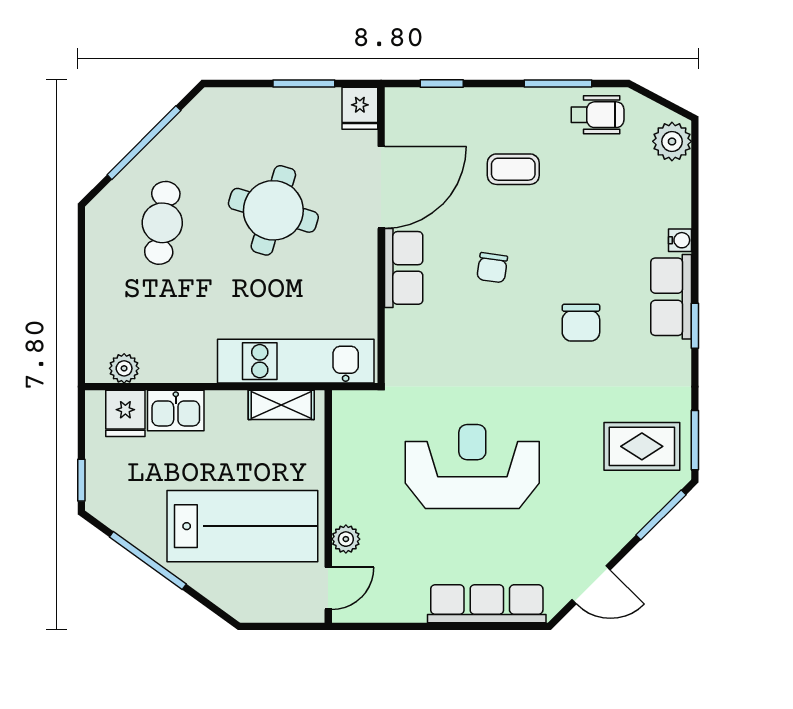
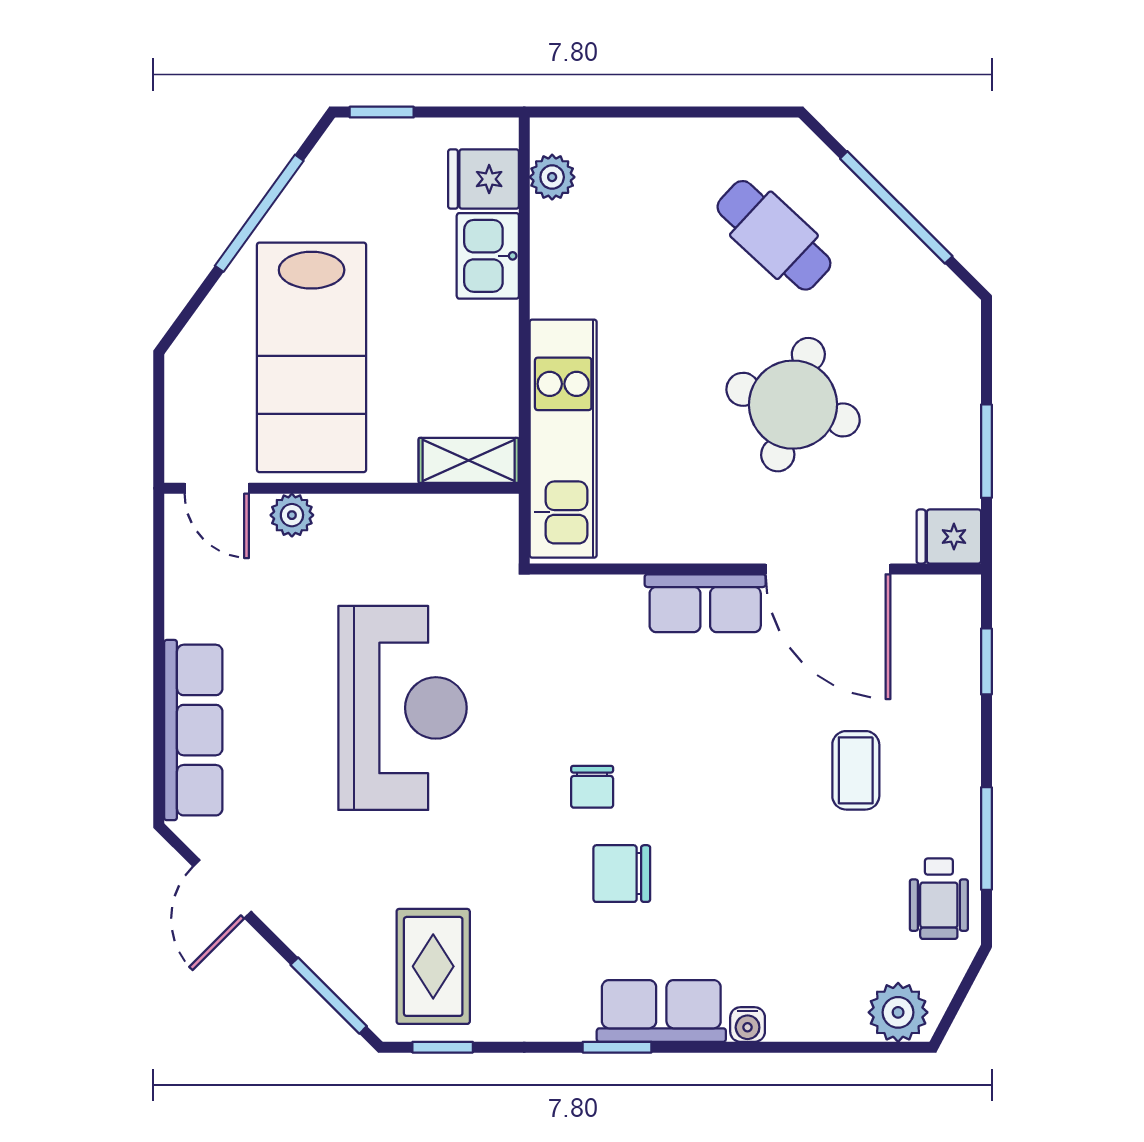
cafe table: (162, 223) -> (774, 235), turned 36
chair: (492, 268) -> (592, 787), moved, turned -98
shelving: (281, 405) -> (469, 460), moved, turned 90
window: (695, 440) -> (443, 1047), width x0.67

